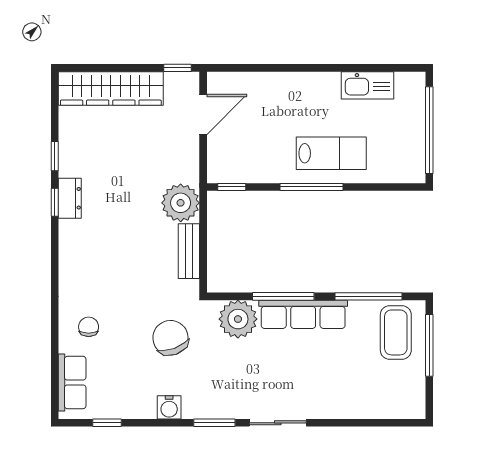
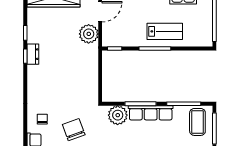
plant: (181, 203) -> (89, 34), moved
bench: (189, 251) -> (93, 81), removed
chair: (170, 338) -> (74, 130), moved

